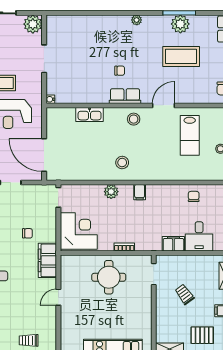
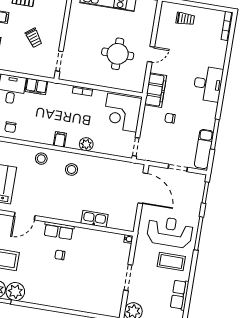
plant: (137, 20) -> (15, 292), moved, width x1.88, depth x1.88
stool: (134, 119) -> (41, 159), moved
round table: (109, 277) -> (118, 54), moved

